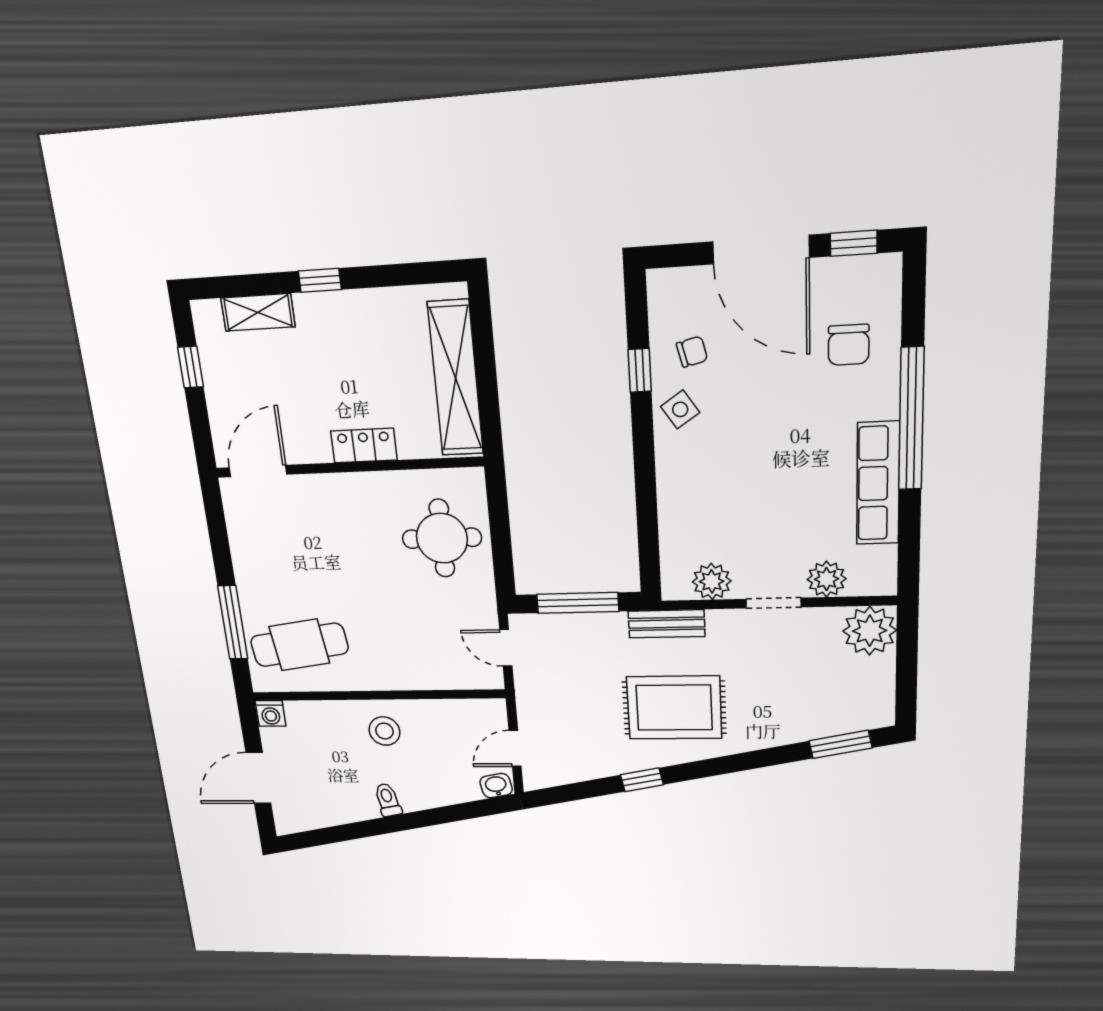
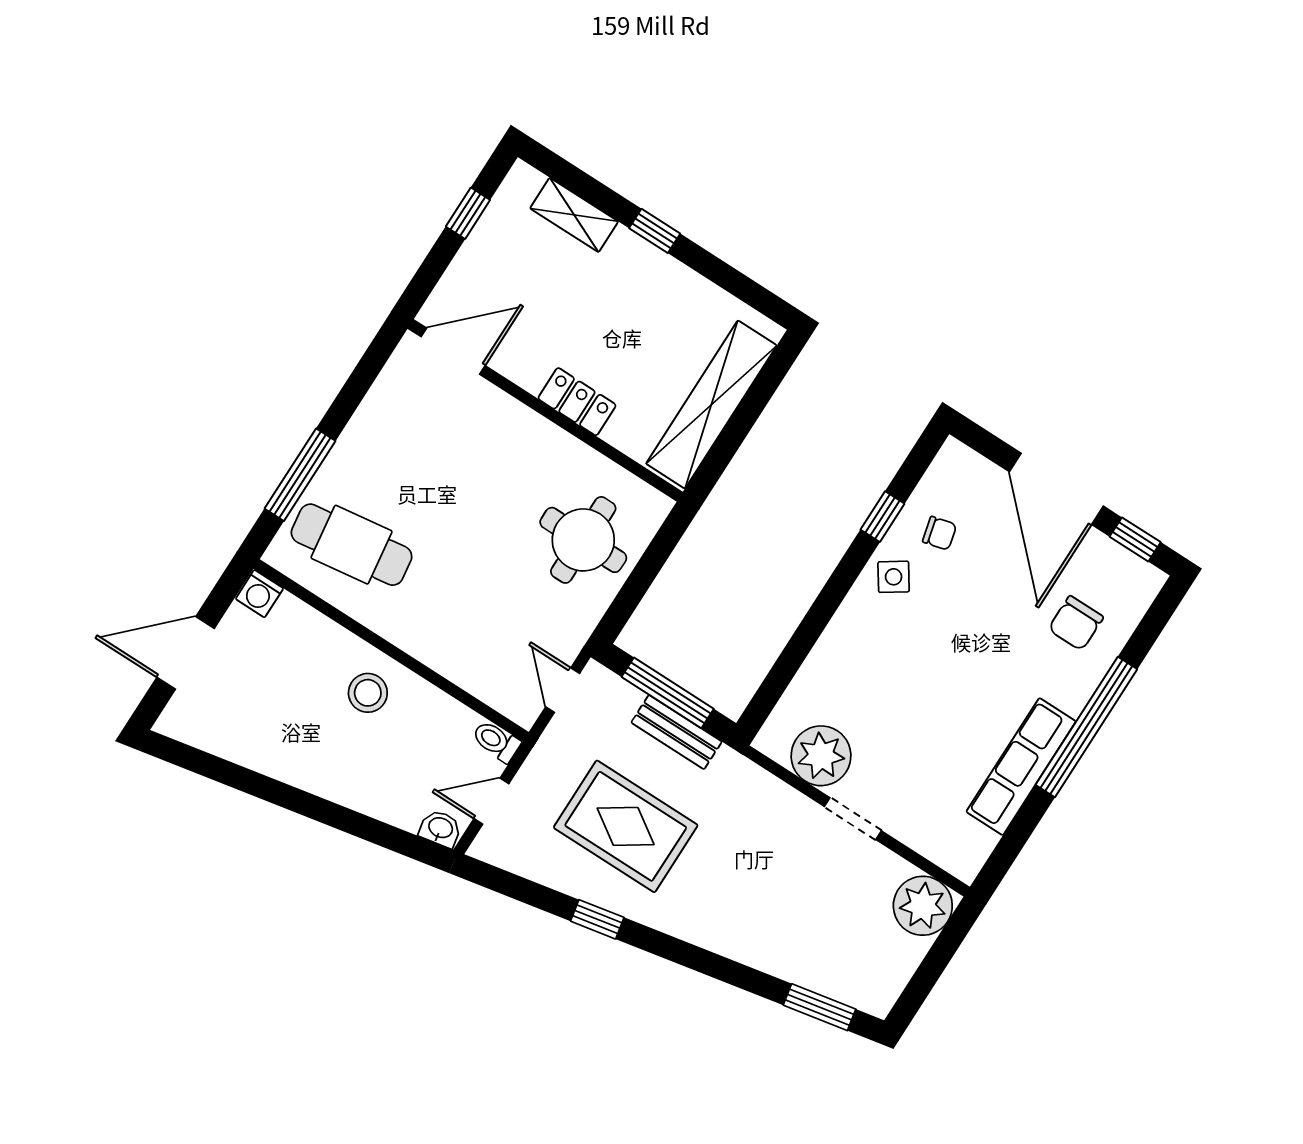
plant: (827, 579) -> (917, 828), removed
plant: (712, 581) -> (821, 756), width x1.36, depth x1.36
bench: (666, 624) -> (677, 732), moved
rug: (674, 708) -> (626, 826), moved
toilet: (388, 800) -> (496, 741), moved, turned -79

